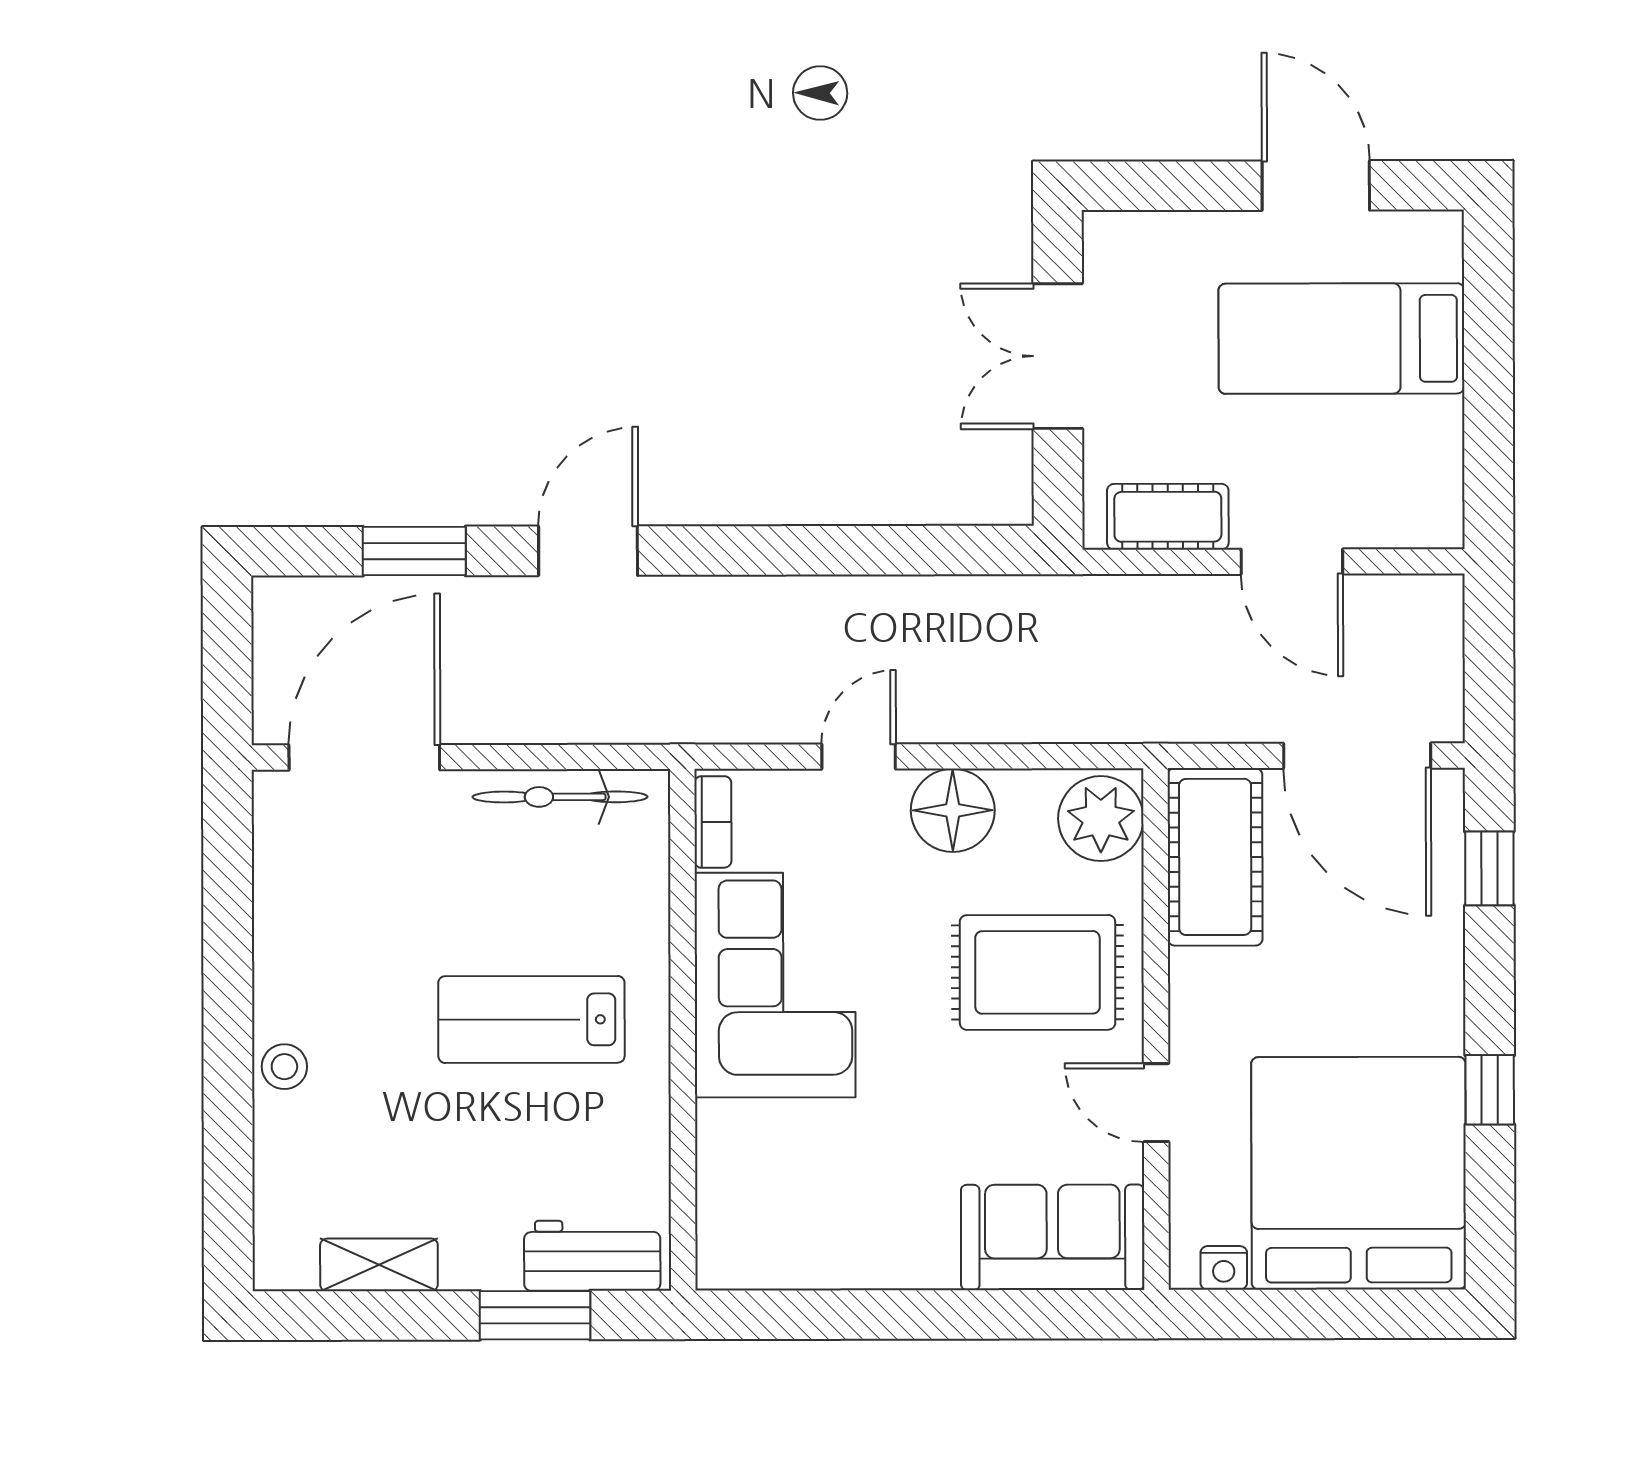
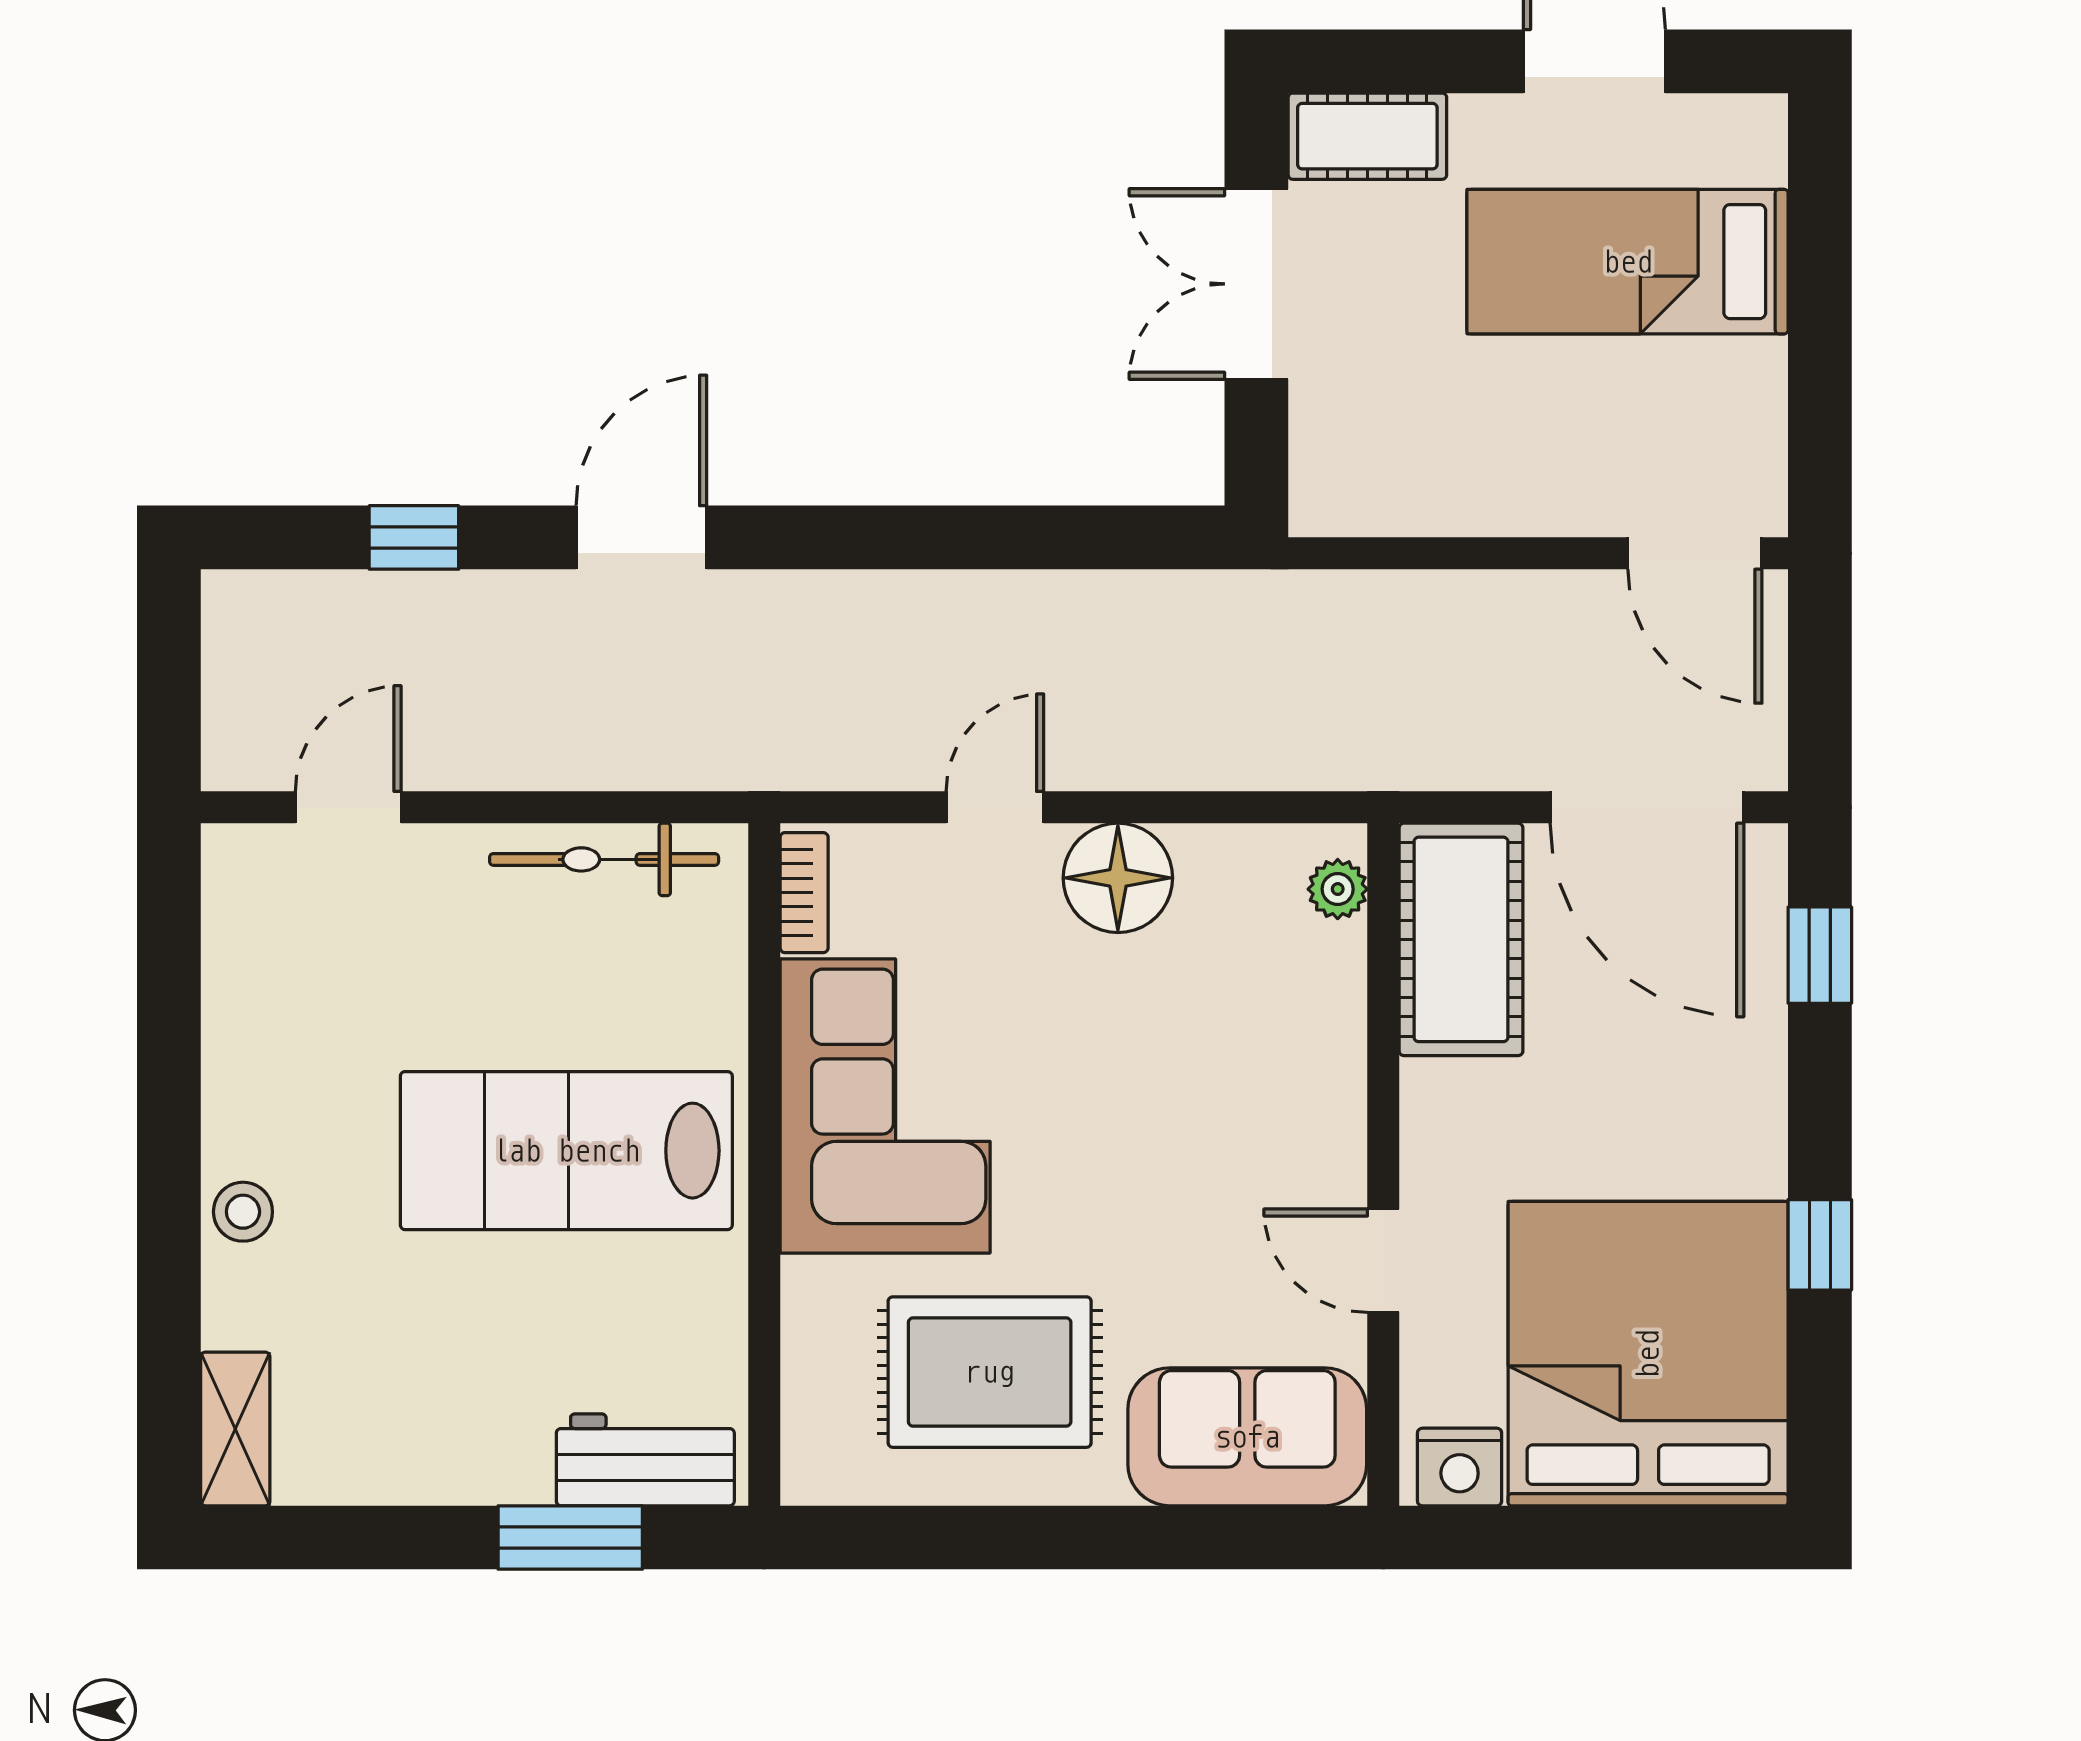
cot: (1168, 517) -> (1367, 136), moved
window: (414, 551) -> (414, 537), width x0.67
door: (1292, 562) -> (1695, 553), moved
door: (364, 757) -> (348, 807), width x0.53
plant: (1101, 819) -> (1338, 889), width x0.53, depth x0.53
rug: (1038, 972) -> (990, 1372), moved
lab bench: (531, 1019) -> (566, 1151), width x1.36, depth x1.39
shelving: (379, 1265) -> (235, 1429), moved, turned 90
nightstand: (1224, 1268) -> (1460, 1467), width x1.39, depth x1.35

